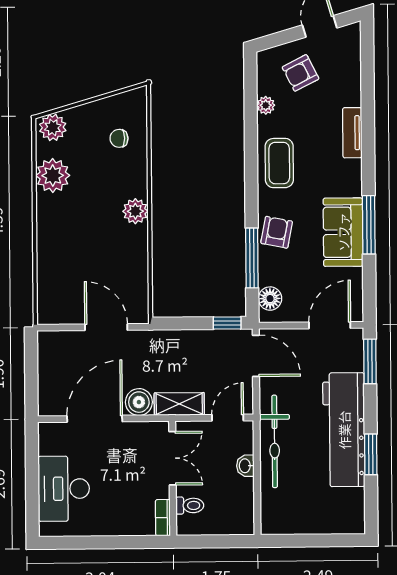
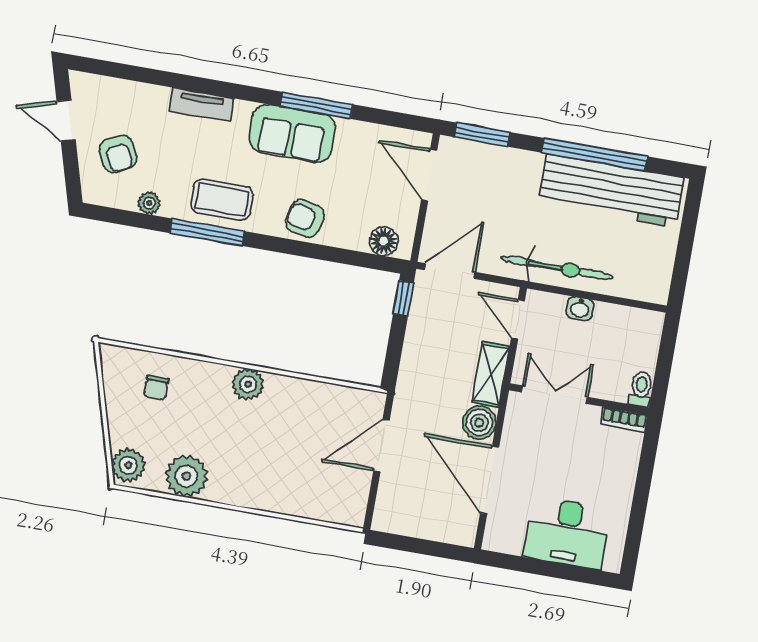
sofa: (343, 232) -> (292, 133), moved
window: (252, 258) -> (207, 232), moved
workbench: (344, 430) -> (611, 191), moved
window: (371, 454) -> (594, 154), width x2.11
toilet: (190, 505) -> (641, 389), moved

